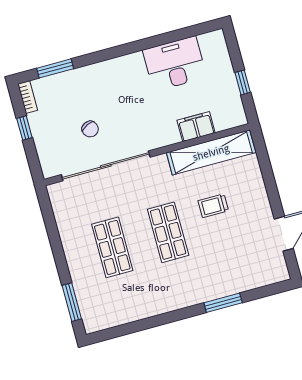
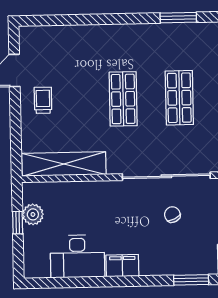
plant: (229, 94) -> (33, 214), added
filing cabinet: (196, 127) -> (122, 266), moved, turned 180
trolley: (213, 206) -> (43, 100), moved, turned -90
window: (223, 303) -> (178, 18), moved

